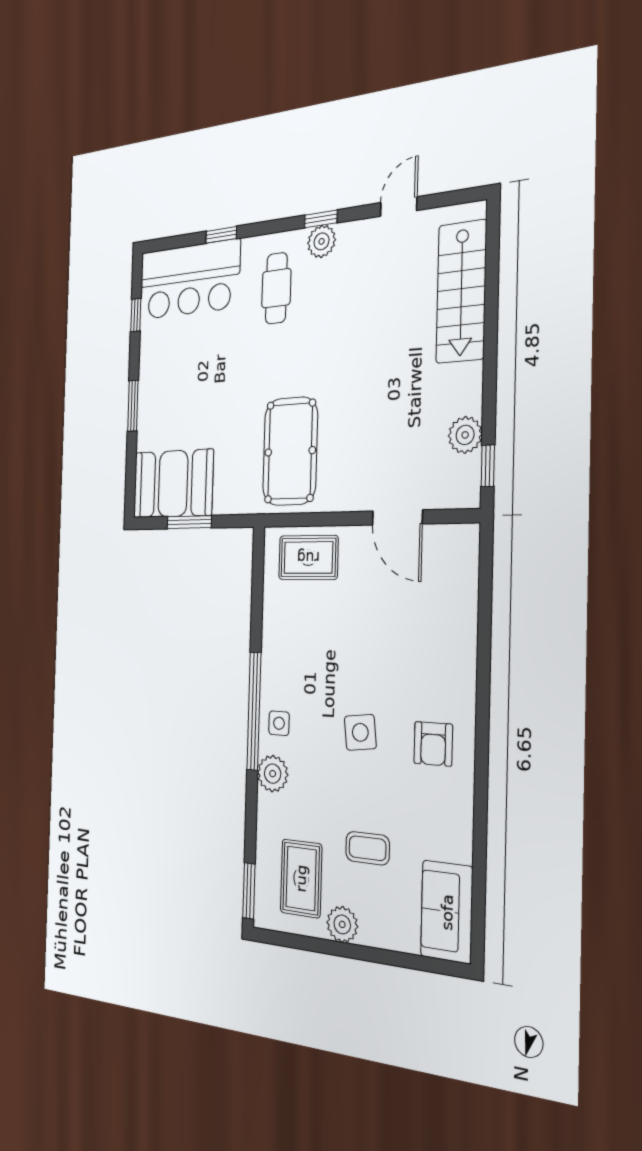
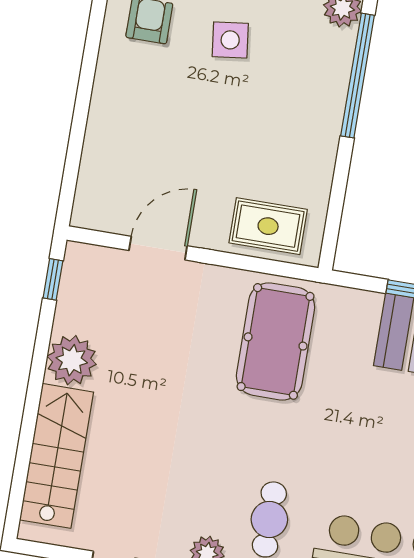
plant: (465, 435) -> (72, 360), moved, width x1.36, depth x1.36
door: (397, 517) -> (158, 248), hinge flipped
side table: (279, 723) -> (327, 59), removed

